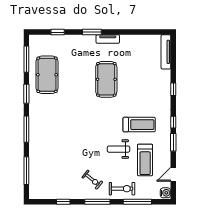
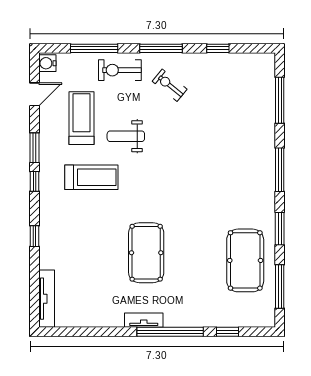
window: (92, 32) -> (170, 332), width x2.11
treadmill: (139, 125) -> (91, 177), turned 180
weight bench: (118, 149) -> (126, 136), turned 180

